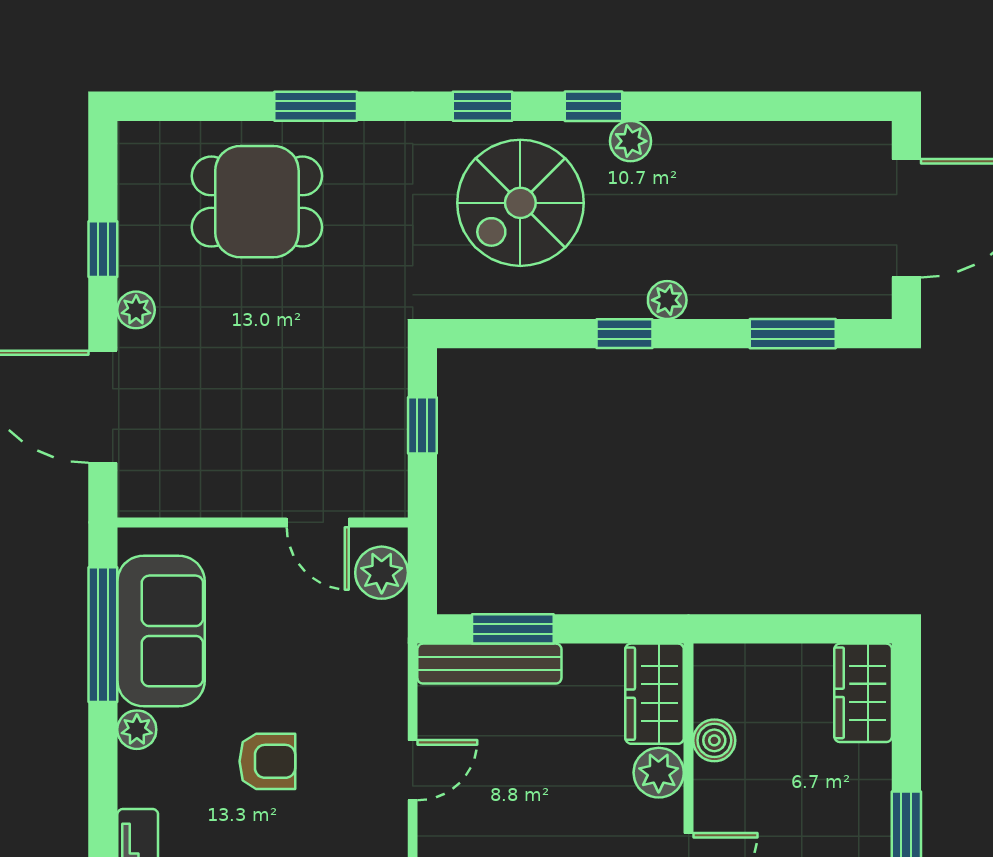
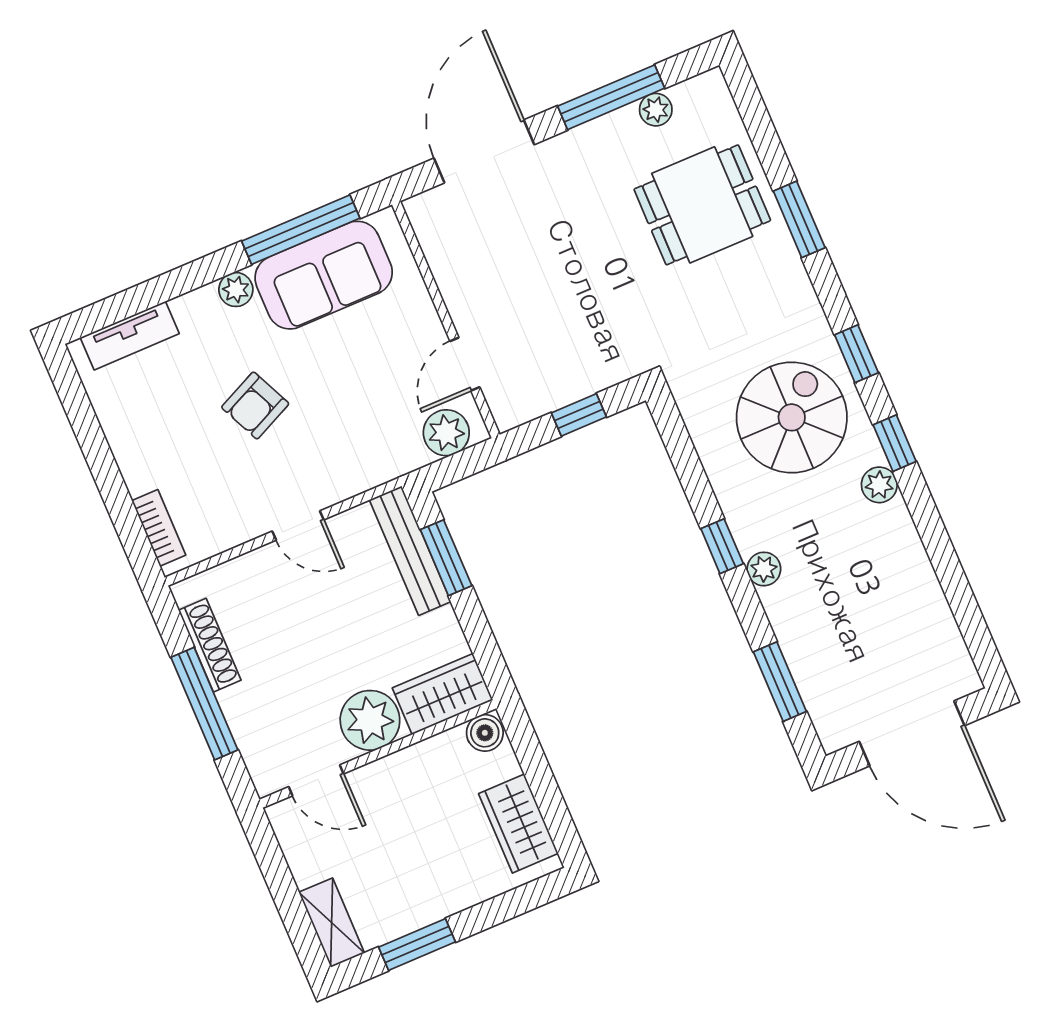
dining table: (257, 202) -> (702, 205), turned 90
spiral stairs: (520, 203) -> (792, 417), turned 90
window: (103, 249) -> (611, 97), width x2.17
plant: (136, 310) -> (656, 110), moved
wardrobe: (863, 693) -> (518, 824), moved, turned -90
boiler: (714, 740) -> (485, 733), moved
armchair: (267, 761) -> (255, 405), turned 65
plant: (659, 773) -> (370, 720), width x1.36, depth x1.36

